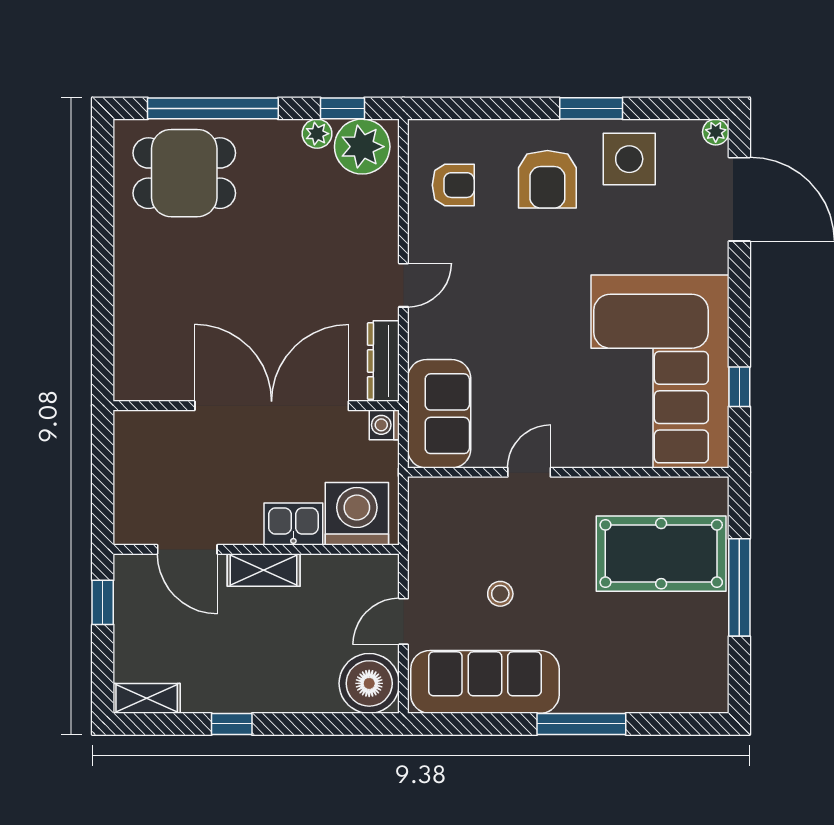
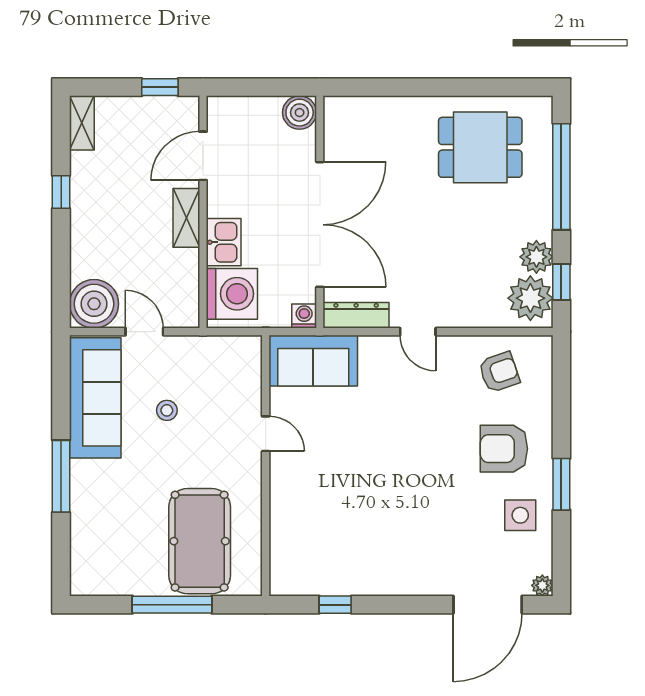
plant: (317, 134) -> (536, 257), width x1.38, depth x1.38
side table: (629, 159) -> (520, 515), width x0.73, depth x0.73
dining table: (184, 173) -> (480, 147), moved, turned 90
armchair: (453, 185) -> (499, 372), turned -109
corner sofa: (660, 371) -> (348, 540), removed
boiler: (134, 431) -> (300, 113), added

